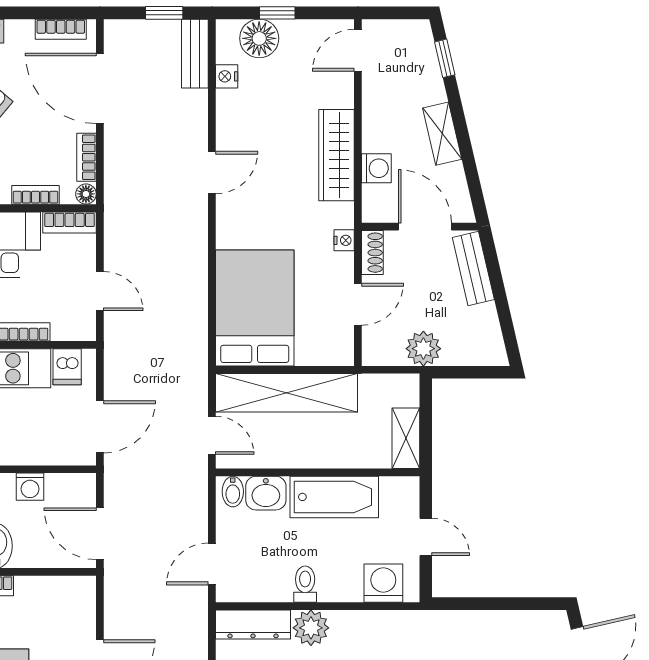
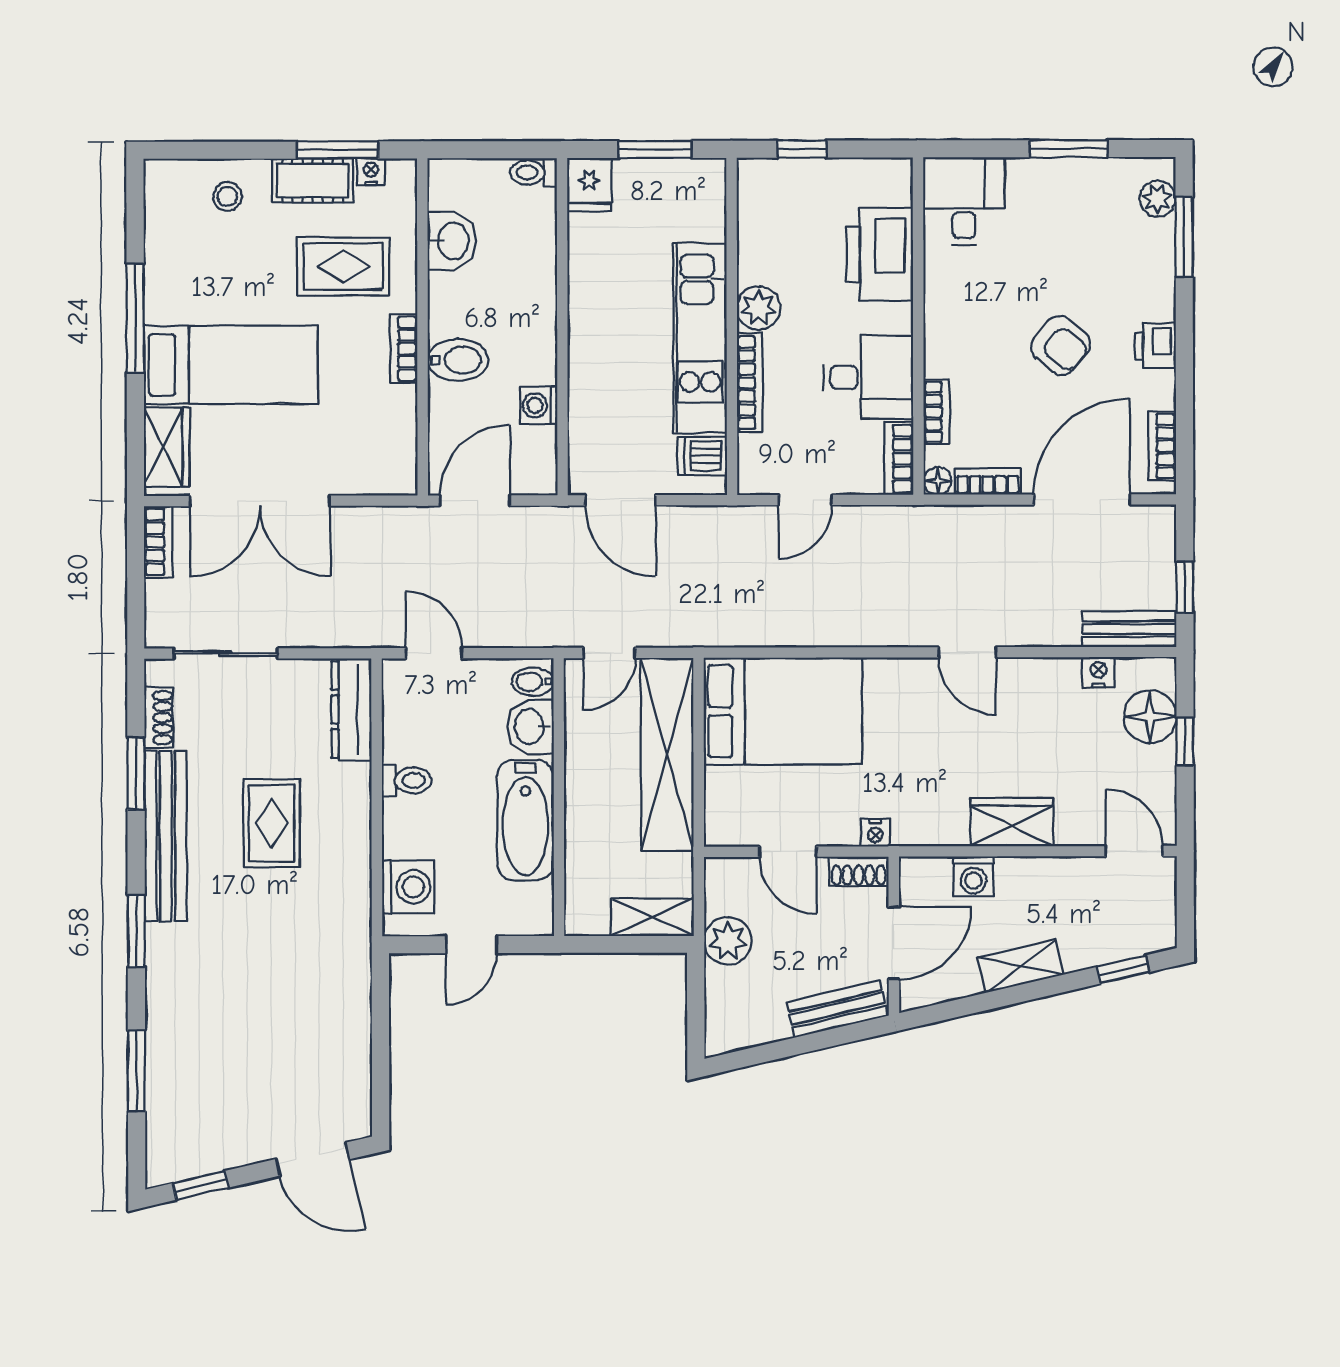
wardrobe: (337, 155) -> (1012, 822), width x0.67
shelving: (406, 438) -> (653, 917), moved
plant: (311, 628) -> (347, 788), removed

